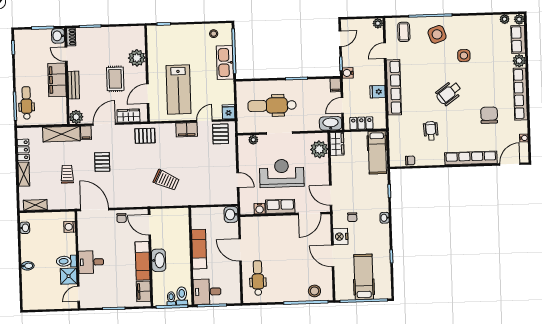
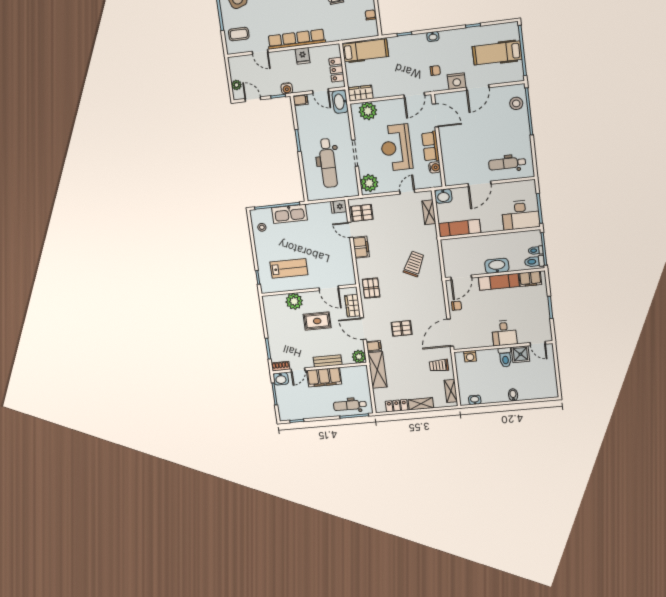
plant: (378, 23) -> (236, 85), moved
lab bench: (178, 90) -> (289, 268), moved, width x0.73, depth x0.72
plant: (253, 140) -> (369, 183), width x1.87, depth x1.87
trolley: (67, 174) -> (439, 366), moved
shelving: (216, 199) -> (429, 212), added
exam couch: (199, 249) -> (460, 228), moved
desk: (207, 292) -> (521, 215), width x1.37
toilet: (182, 296) -> (534, 261), moved

